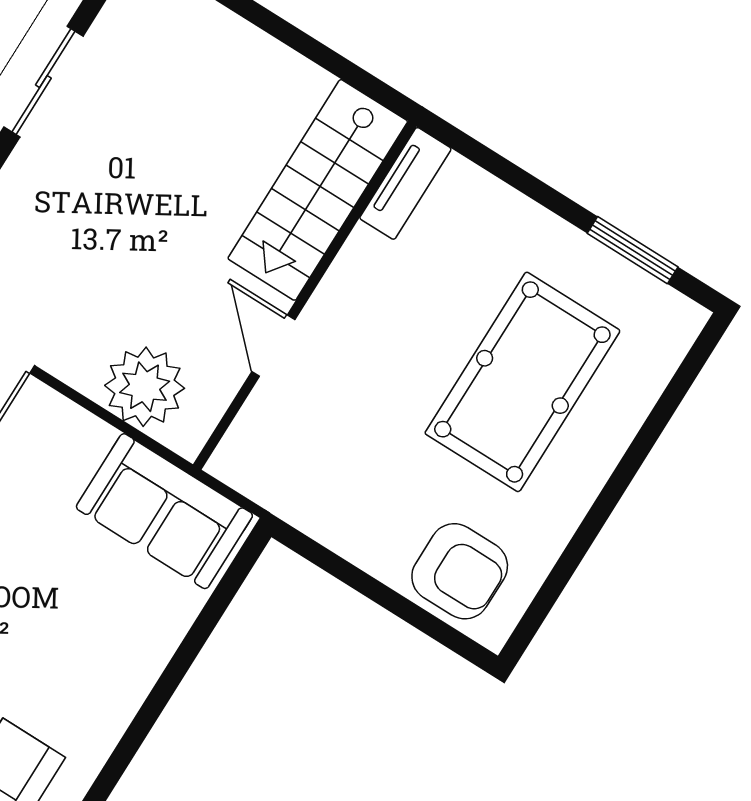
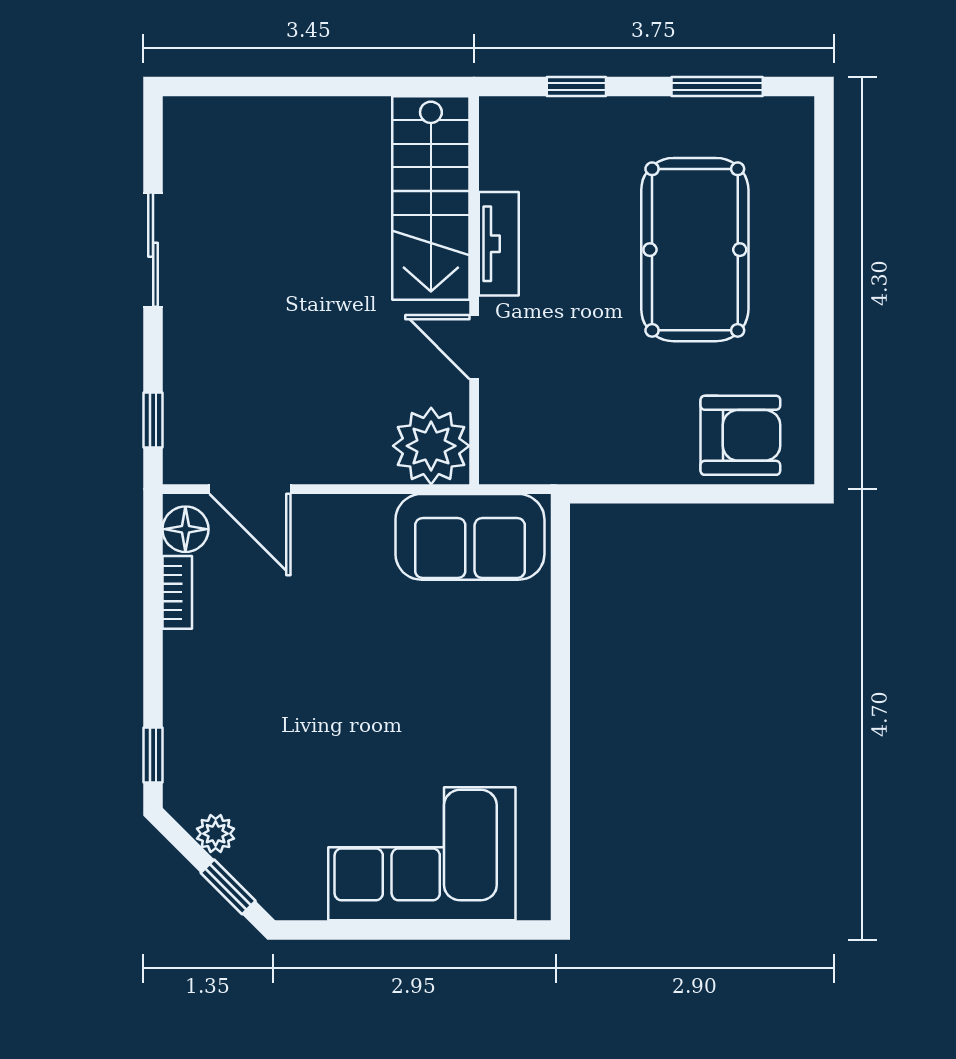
window: (508, 172) -> (576, 86), added
tv unit: (405, 183) -> (499, 244), moved
plant: (145, 387) -> (431, 446), moved

